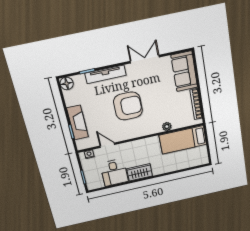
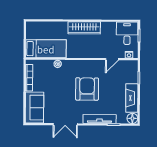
armchair: (128, 106) -> (87, 89), turned 90
fireplace: (77, 123) -> (132, 98), moved
door: (107, 145) -> (112, 59), hinge flipped
desk: (114, 172) -> (127, 33), moved
wardrobe: (140, 172) -> (84, 28), width x1.50

